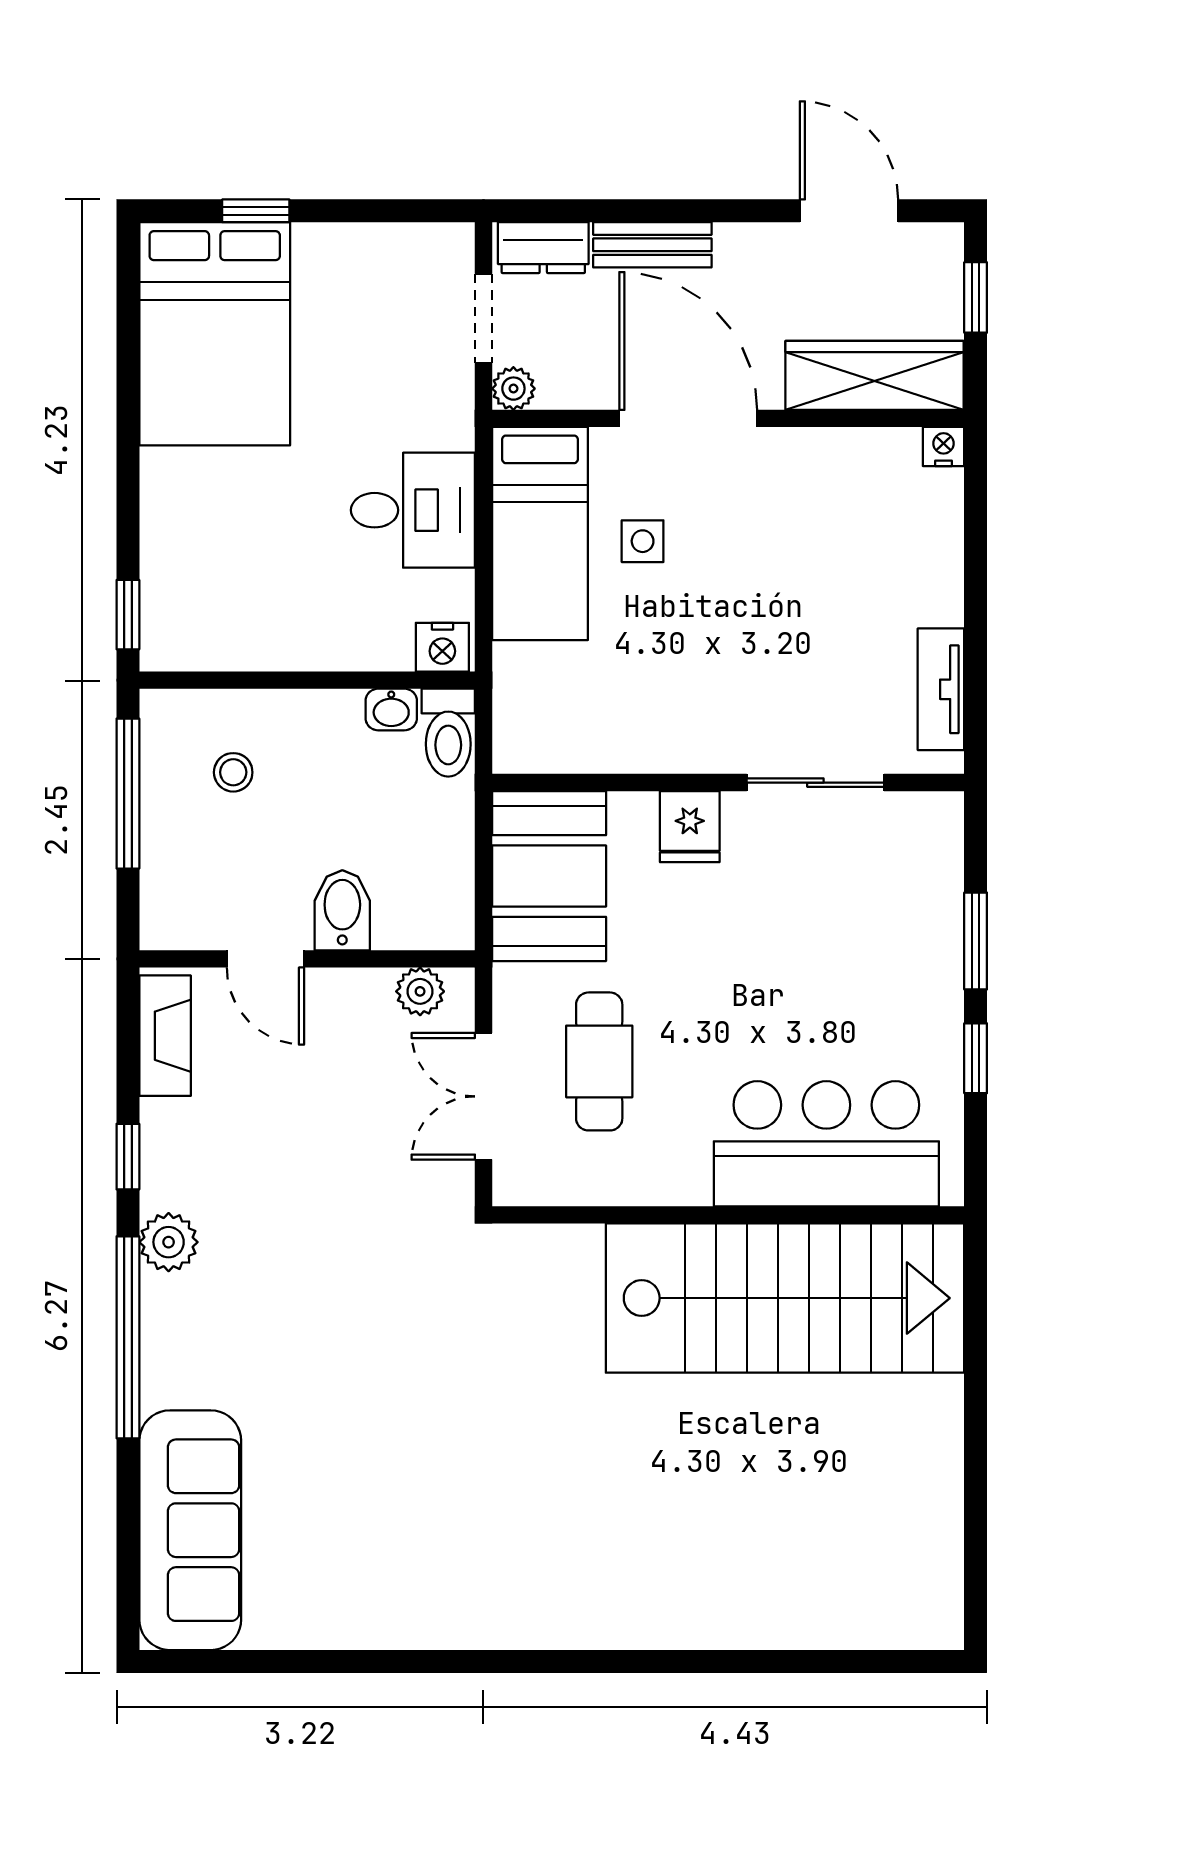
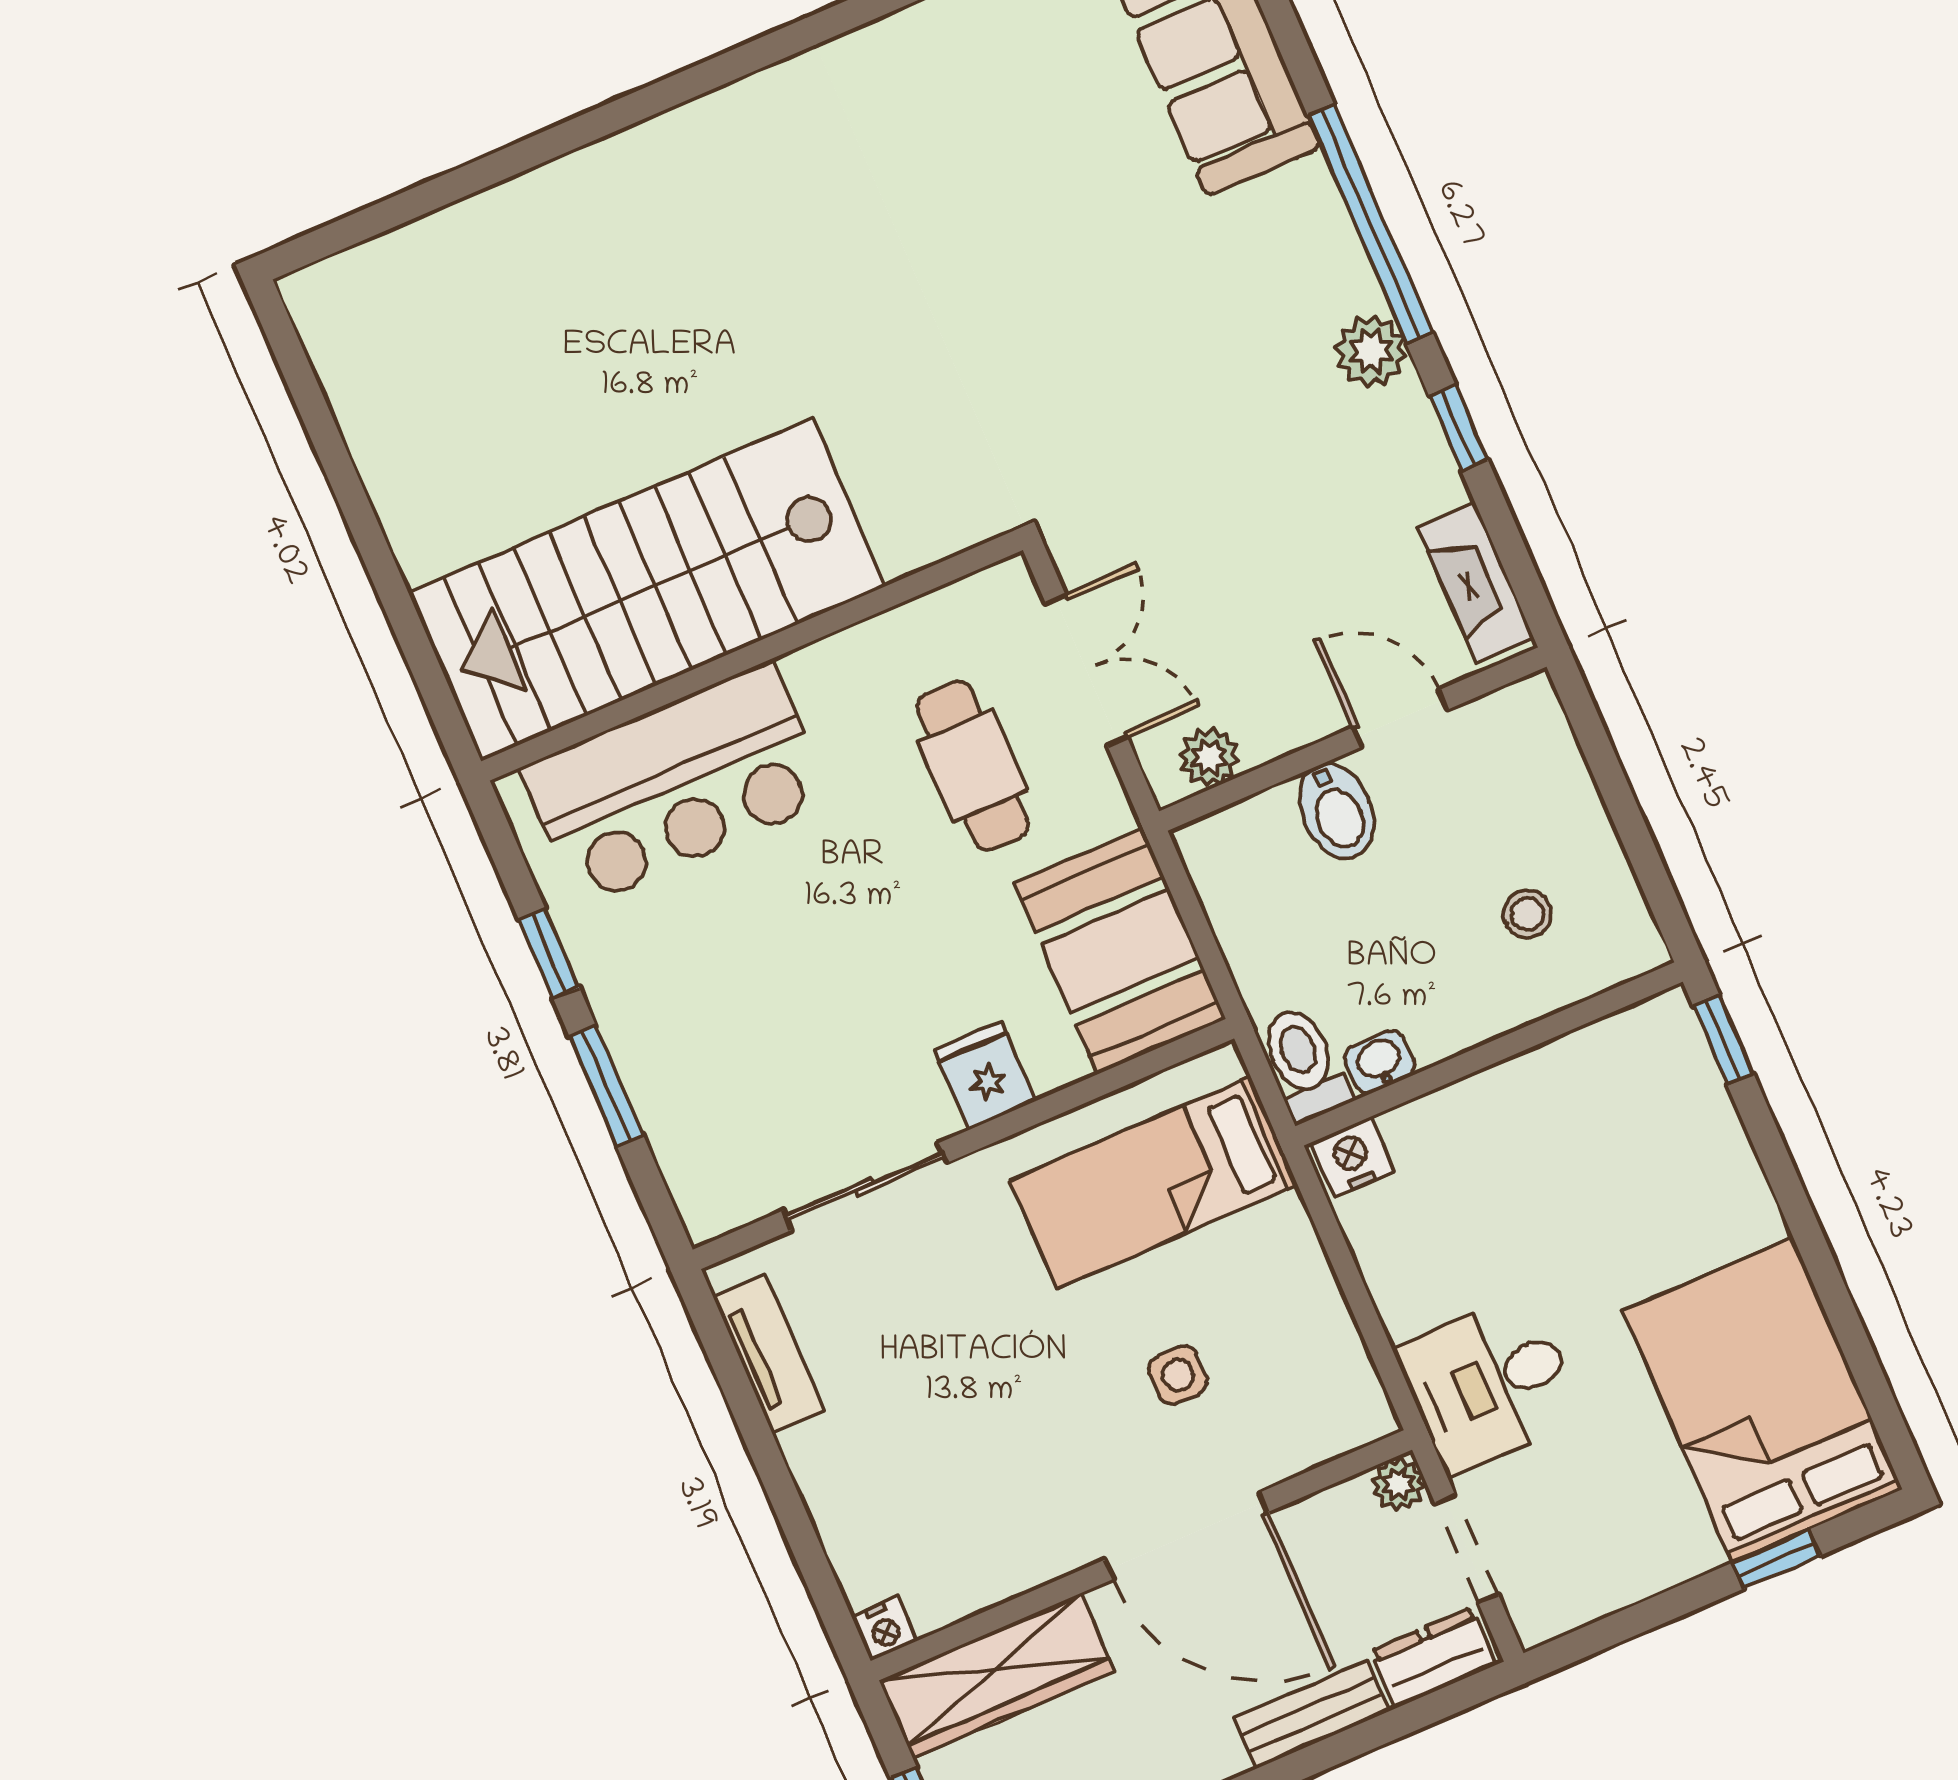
desk: (413, 510) -> (1490, 1384), moved
bed: (540, 534) -> (1154, 1183), moved, turned -90
window: (128, 794) -> (1636, 838), removed

